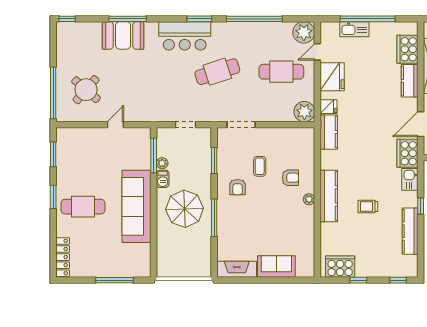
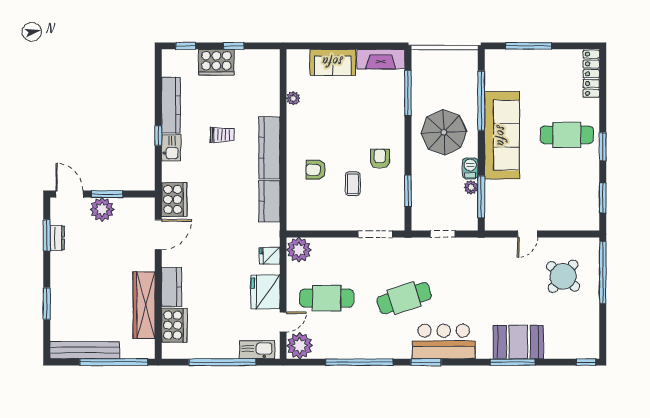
kitchen sink: (354, 29) -> (257, 350), moved
kitchen counter: (329, 132) -> (269, 201), moved
kitchen sink: (410, 179) -> (171, 148), moved
plant: (309, 199) -> (293, 98), moved
window: (214, 218) -> (408, 93), moved
window: (154, 235) -> (481, 101), added
cooker: (340, 267) -> (216, 62), moved

